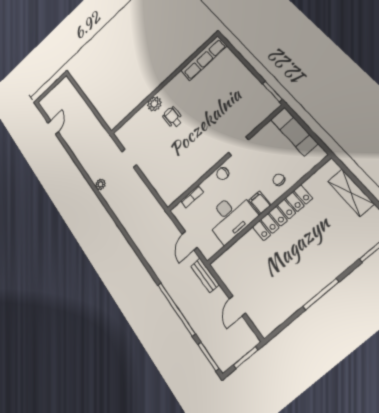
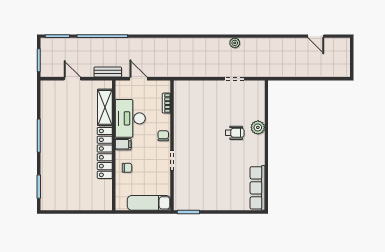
shelving: (351, 193) -> (105, 107), moved, turned 90

